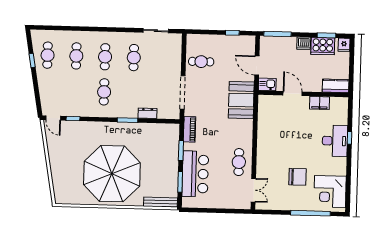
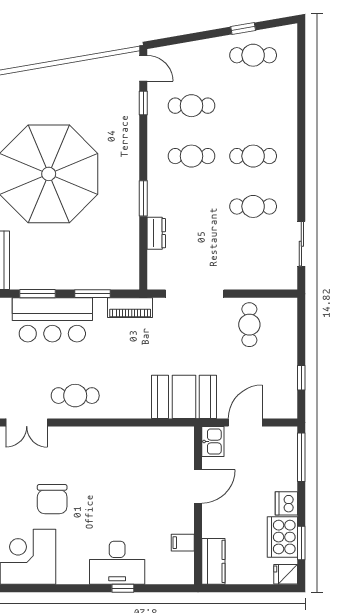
cafe table: (76, 56) -> (191, 106), moved
filing cabinet: (320, 103) -> (183, 543), width x0.50
door: (53, 118) -> (143, 68), swing flipped

